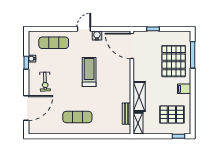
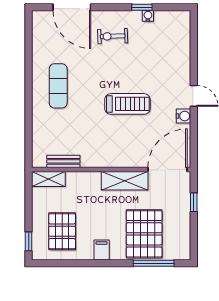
exercise mat: (54, 43) -> (172, 49), removed
pallet: (174, 61) -> (144, 234), turned 90
shelving: (139, 97) -> (125, 181), moved

